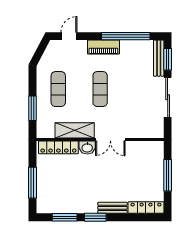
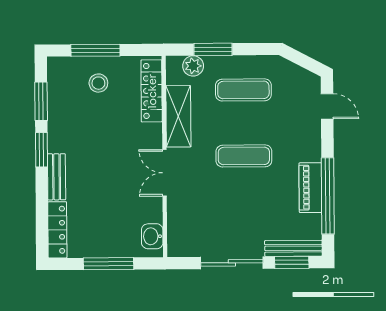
piano: (103, 47) -> (310, 188), moved
plant: (43, 121) -> (193, 66), added
washbasin: (87, 147) -> (152, 236), moved
stool: (53, 181) -> (98, 83), added

